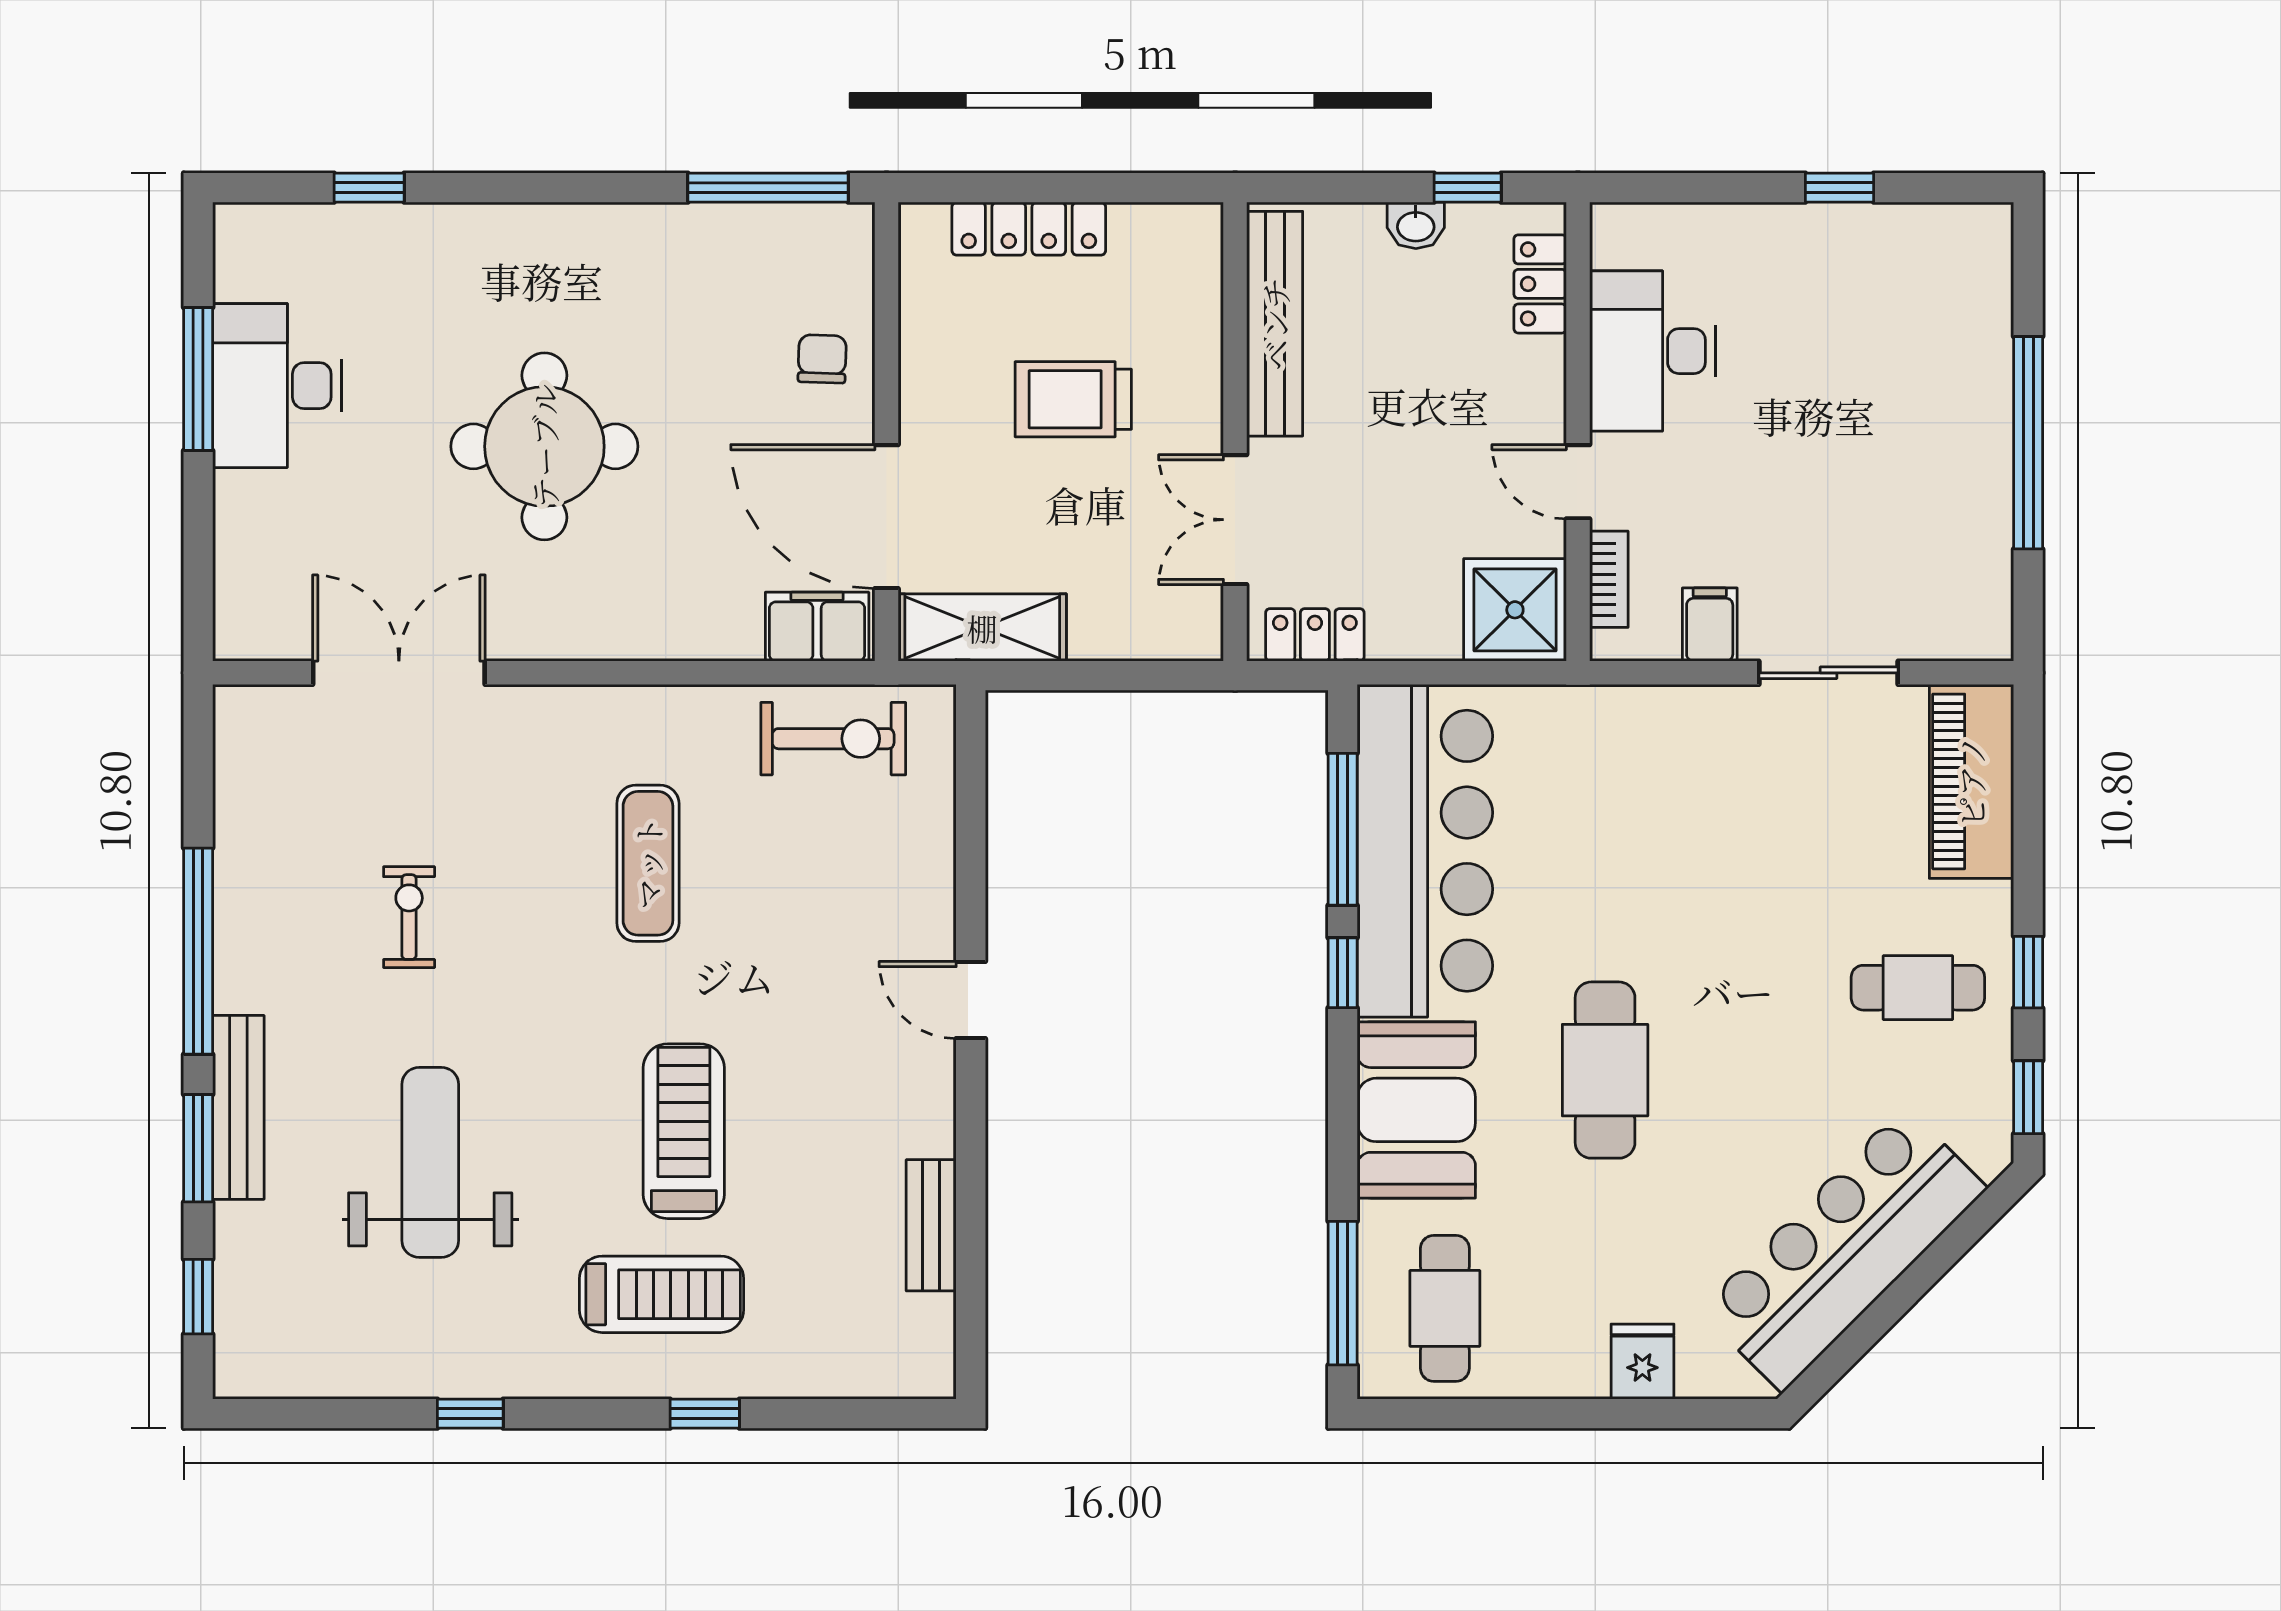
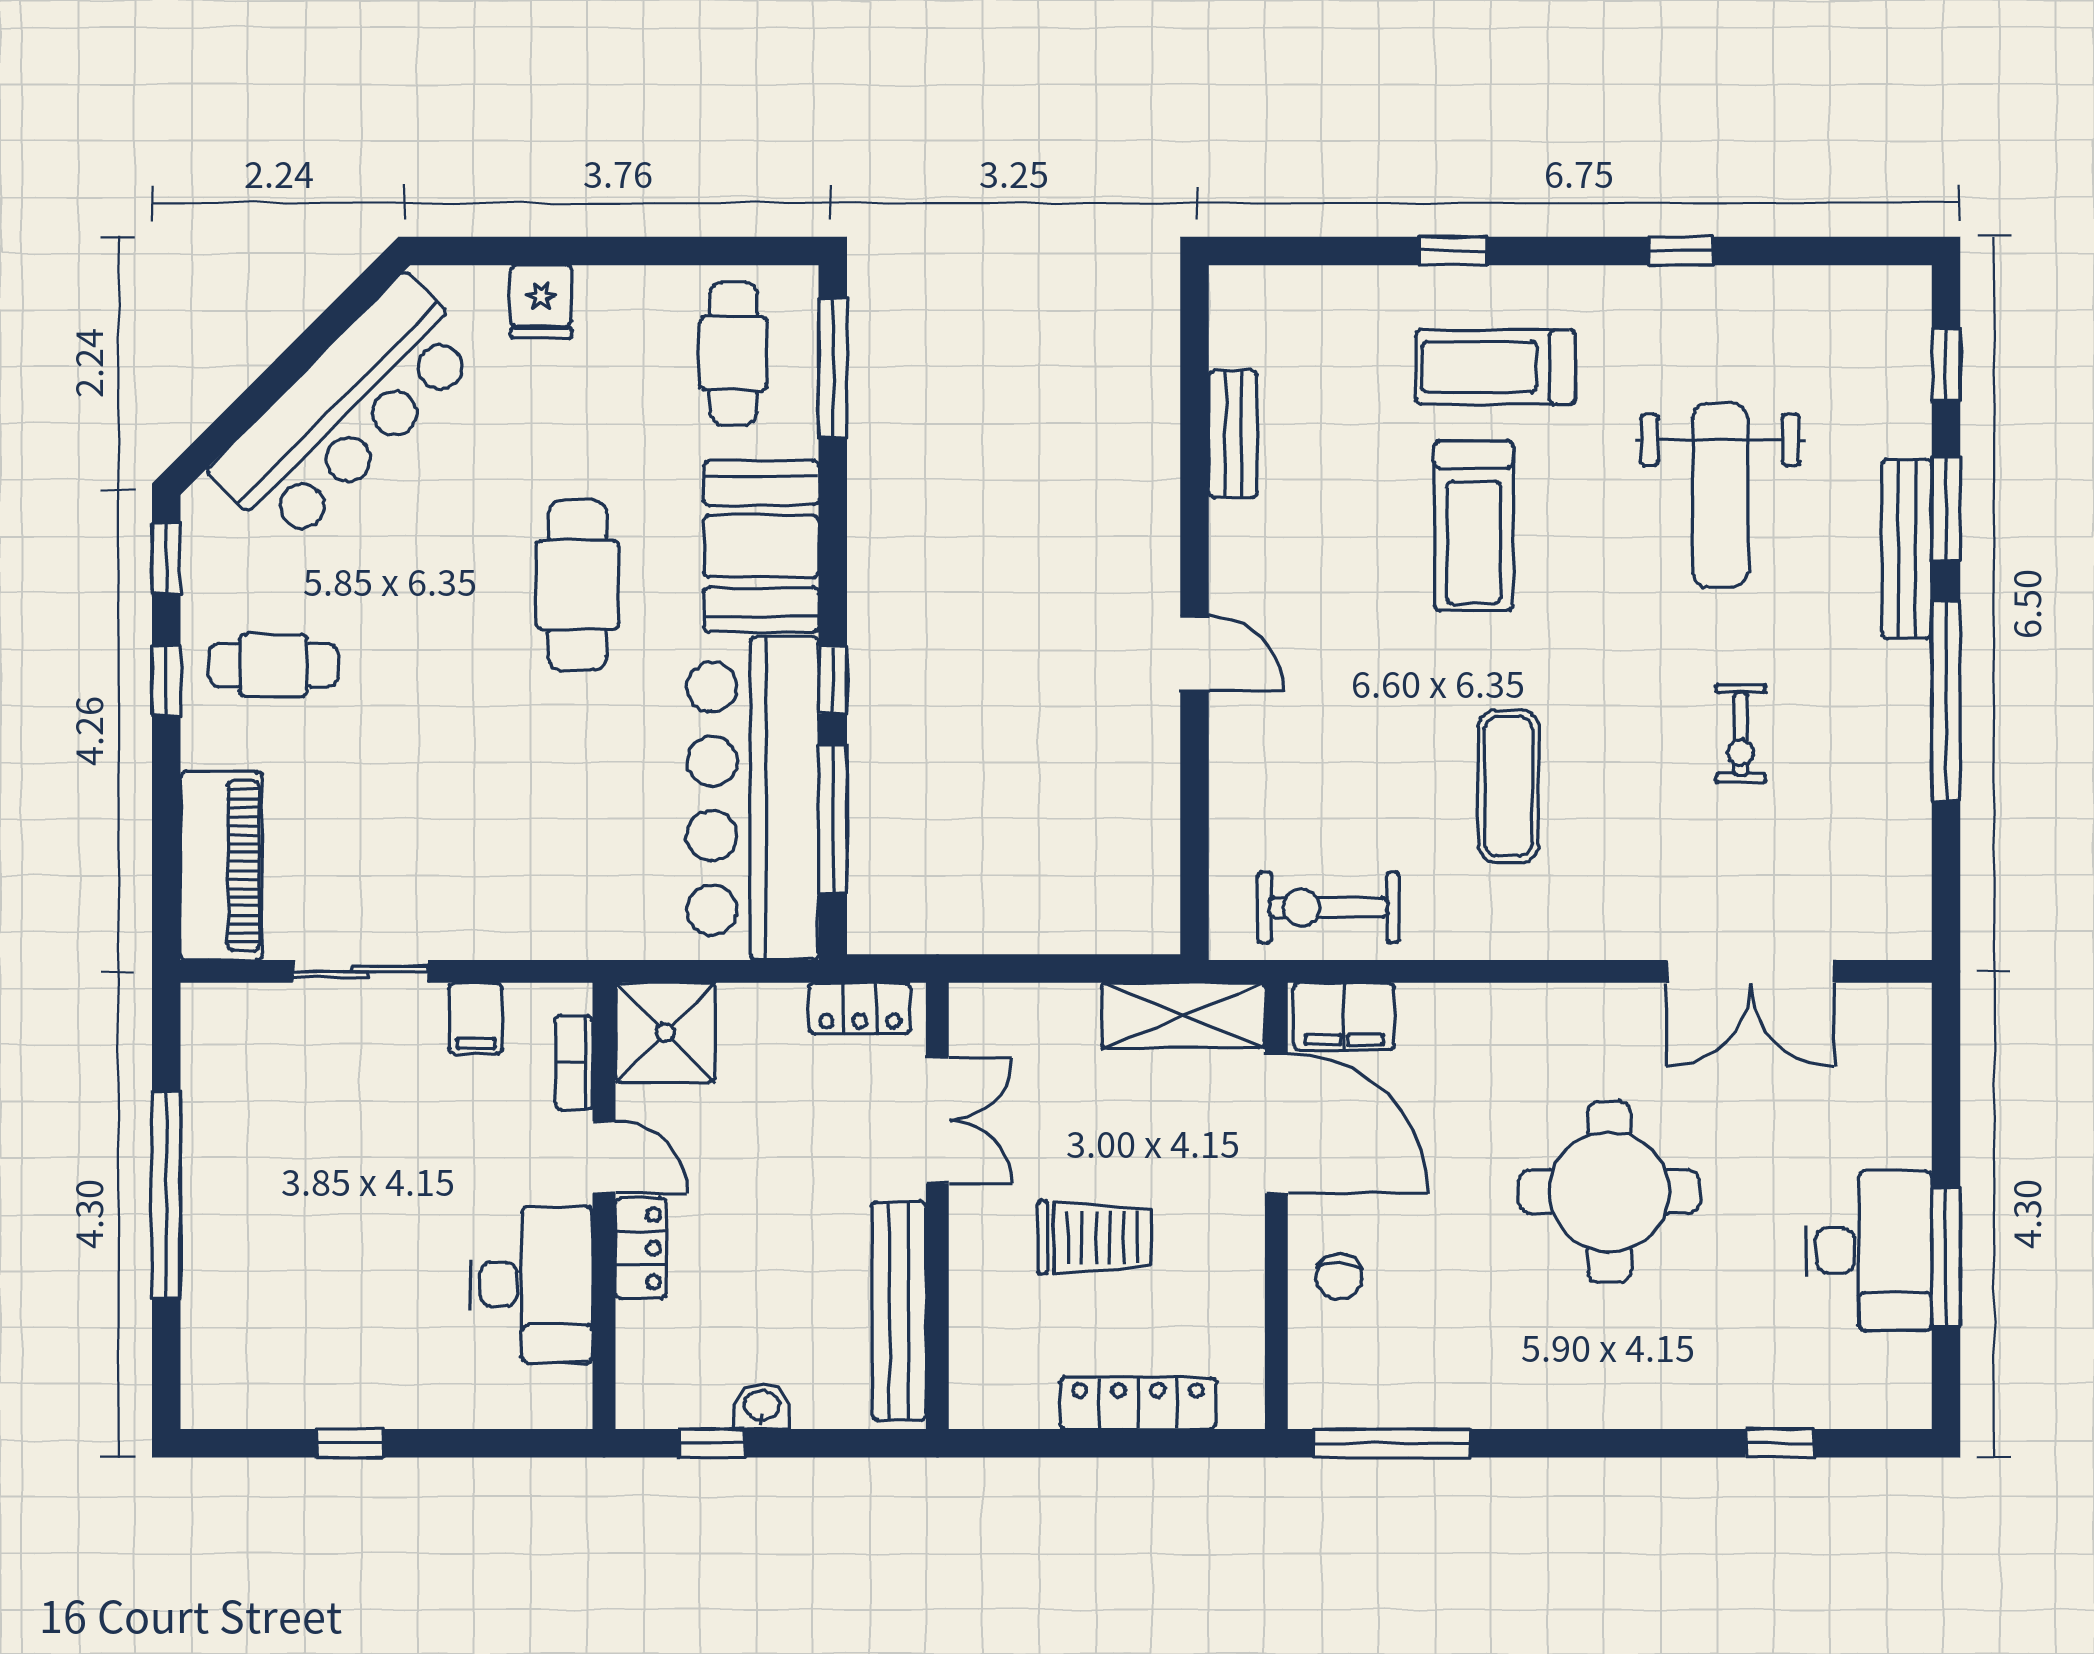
locker: (1540, 284) -> (641, 1248), moved

